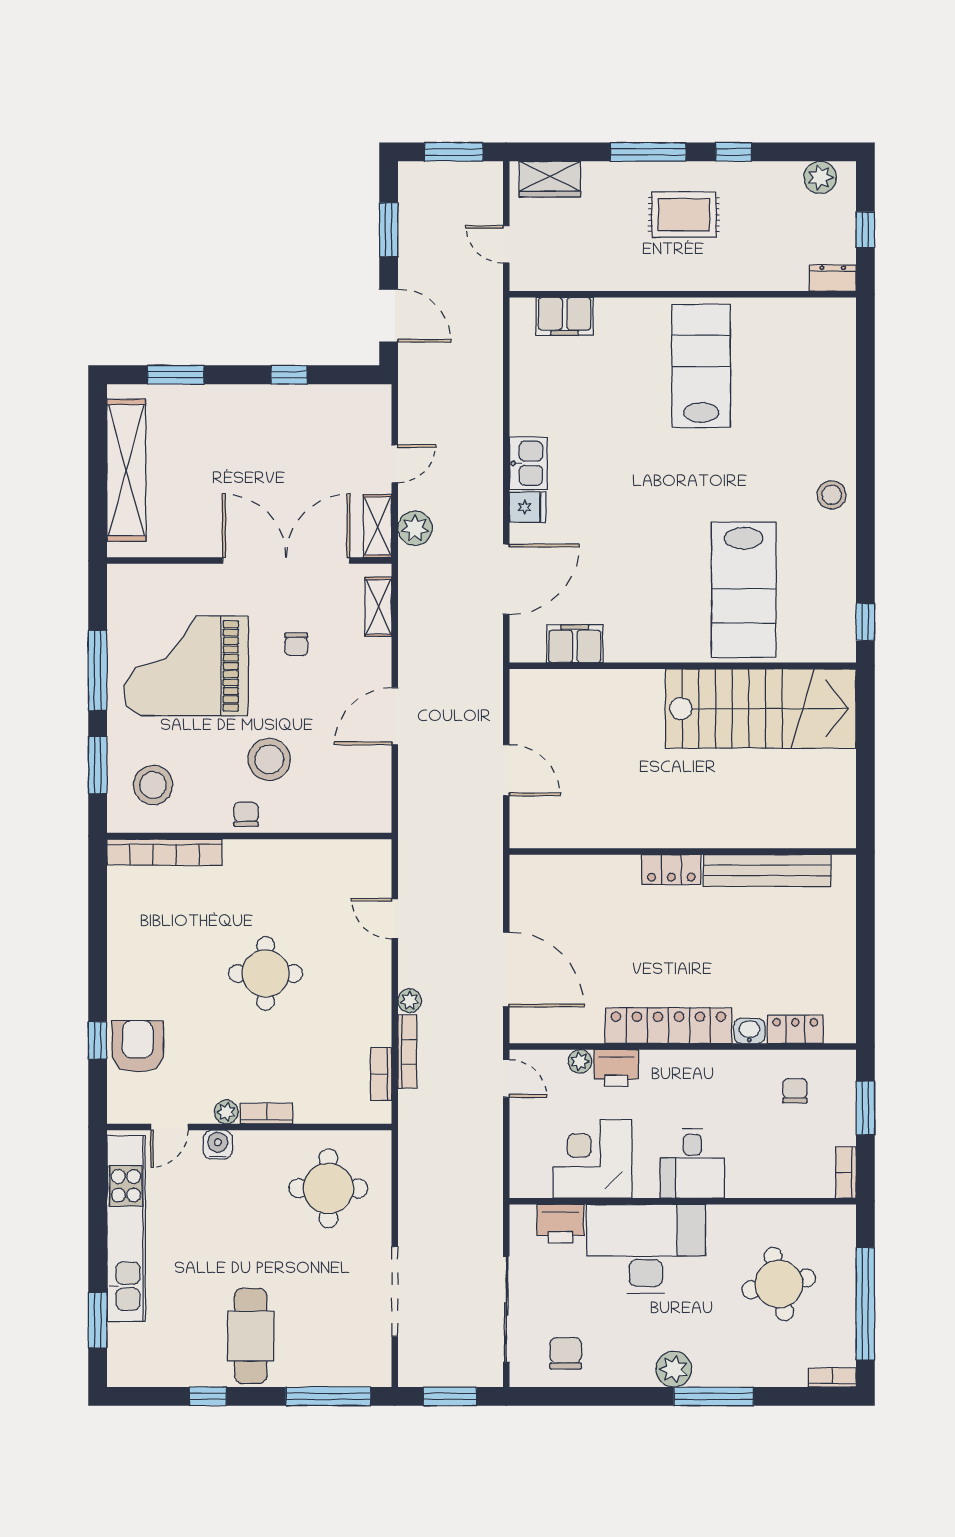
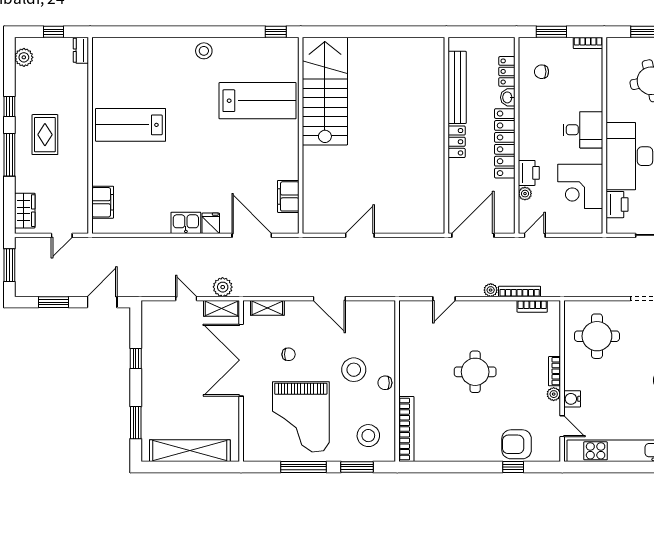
wall: (683, 852) -> (446, 135), moved
locker: (671, 870) -> (457, 142), moved
bench: (767, 870) -> (457, 87), moved

